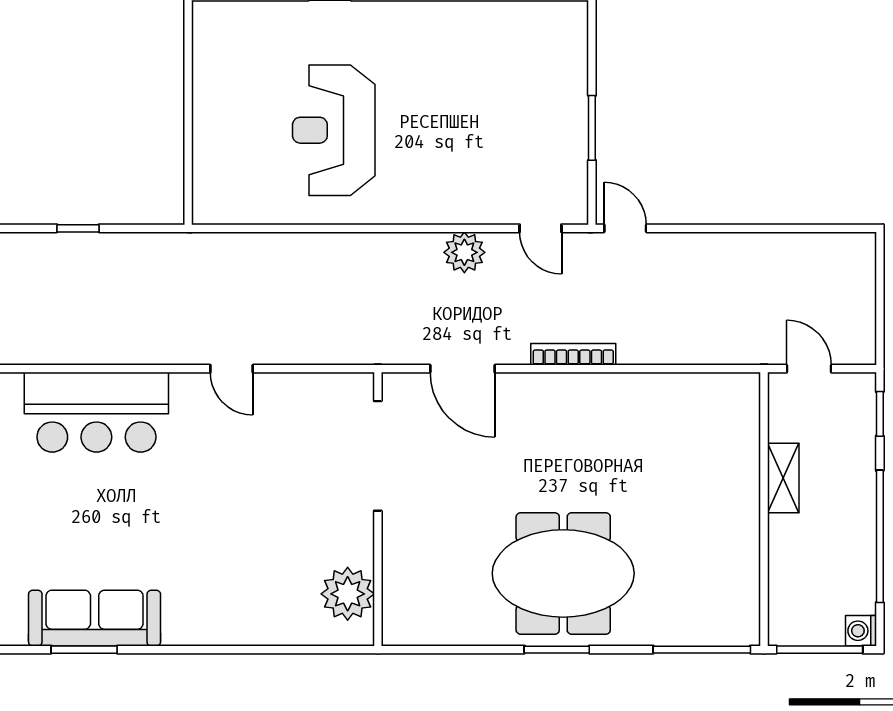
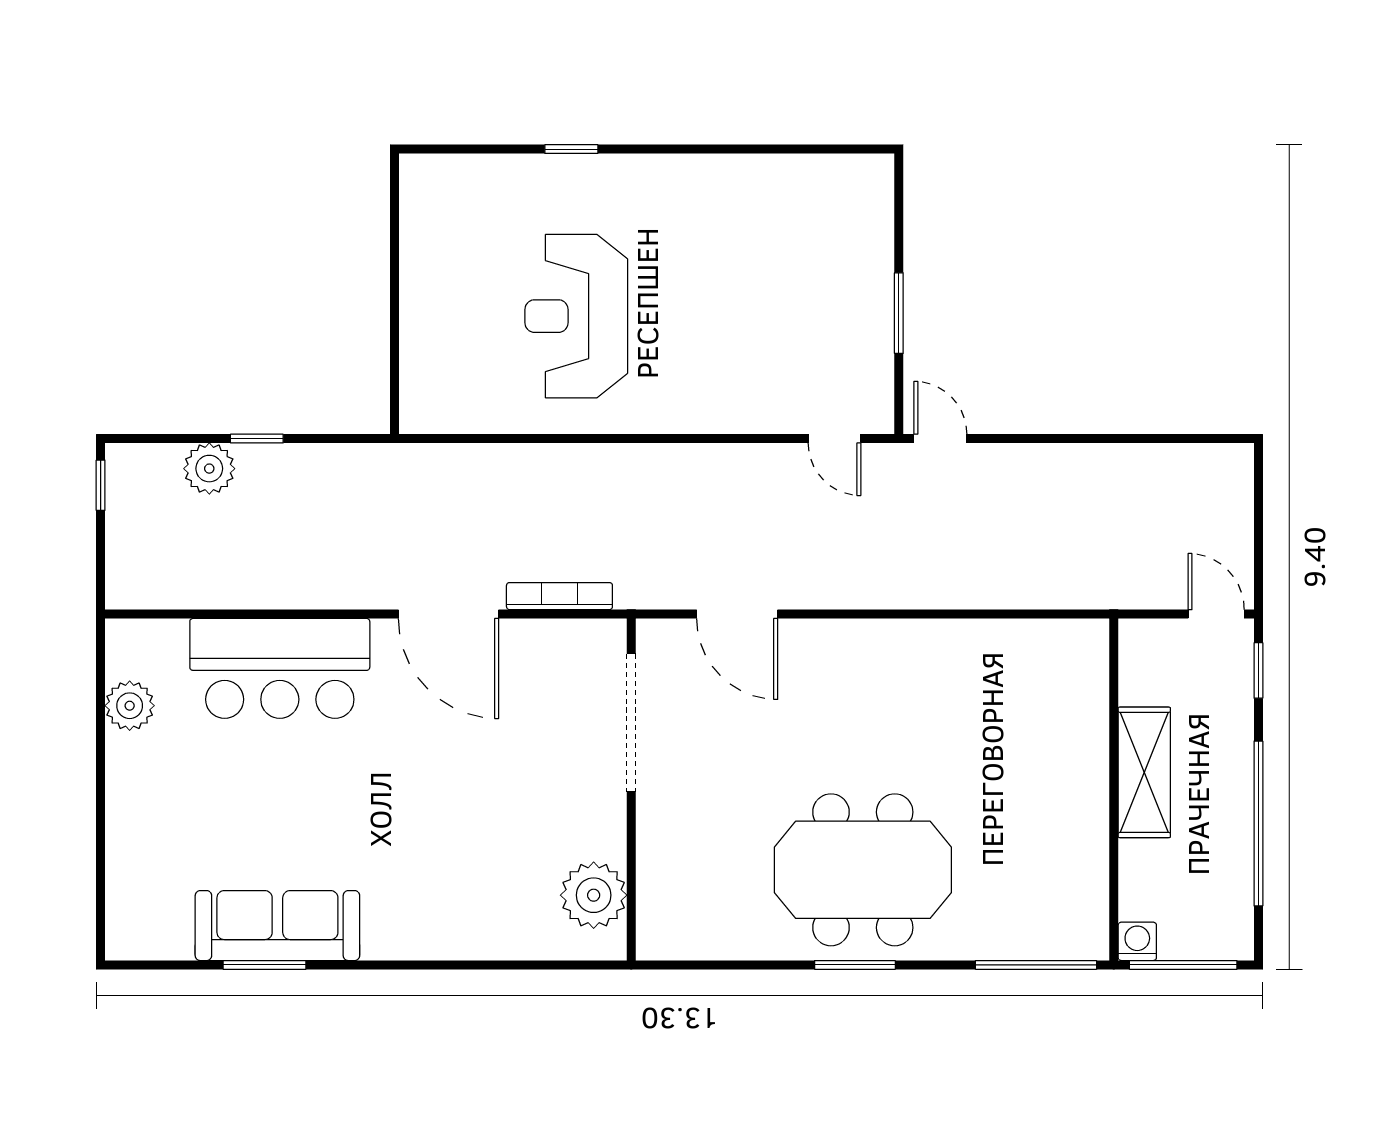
plant: (464, 252) -> (209, 469), moved
bookcase: (573, 354) -> (559, 596), moved
door: (232, 369) -> (449, 614), width x1.87
door: (809, 369) -> (1216, 614), moved
shelving: (783, 478) -> (1144, 772), width x1.50, depth x1.33
washing machine: (861, 631) -> (1137, 941), moved, turned 90

